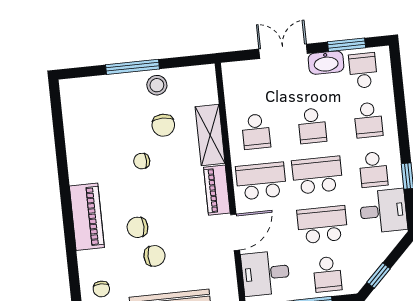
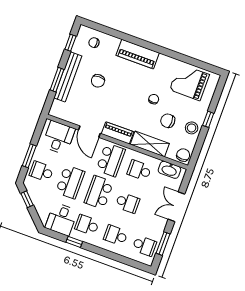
double door: (283, 51) -> (176, 207), swing flipped
washbasin: (326, 63) -> (169, 170), moved, turned -90
window: (132, 67) -> (208, 119), width x0.46
grand piano: (91, 121) -> (189, 82), added
school desk: (312, 126) -> (128, 203), turned 180
school desk: (317, 175) -> (99, 192), turned 180
chair: (137, 227) -> (183, 155), moved

